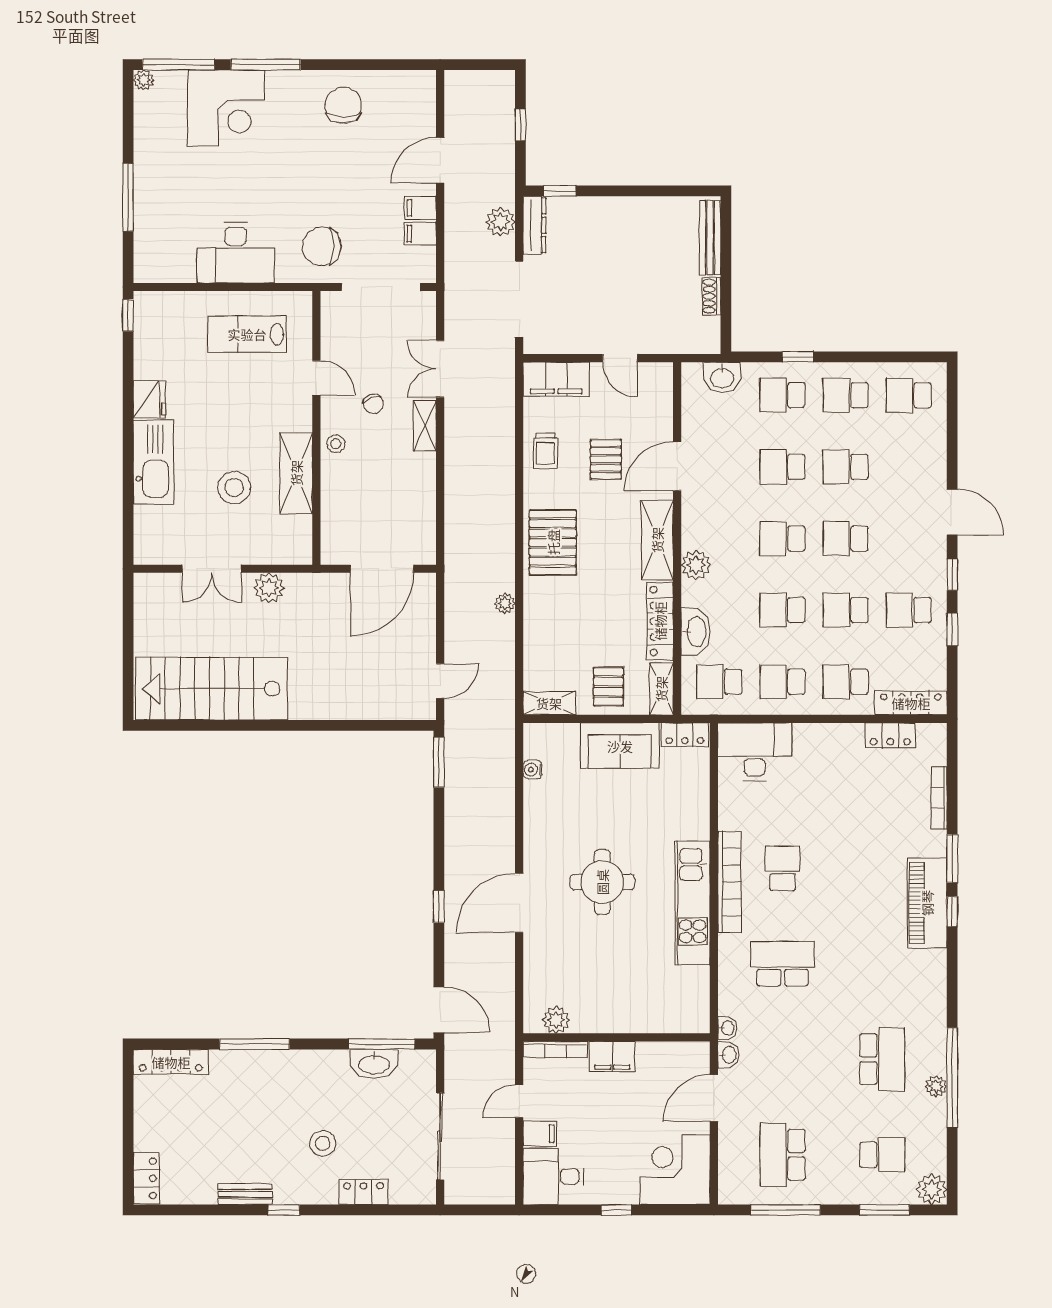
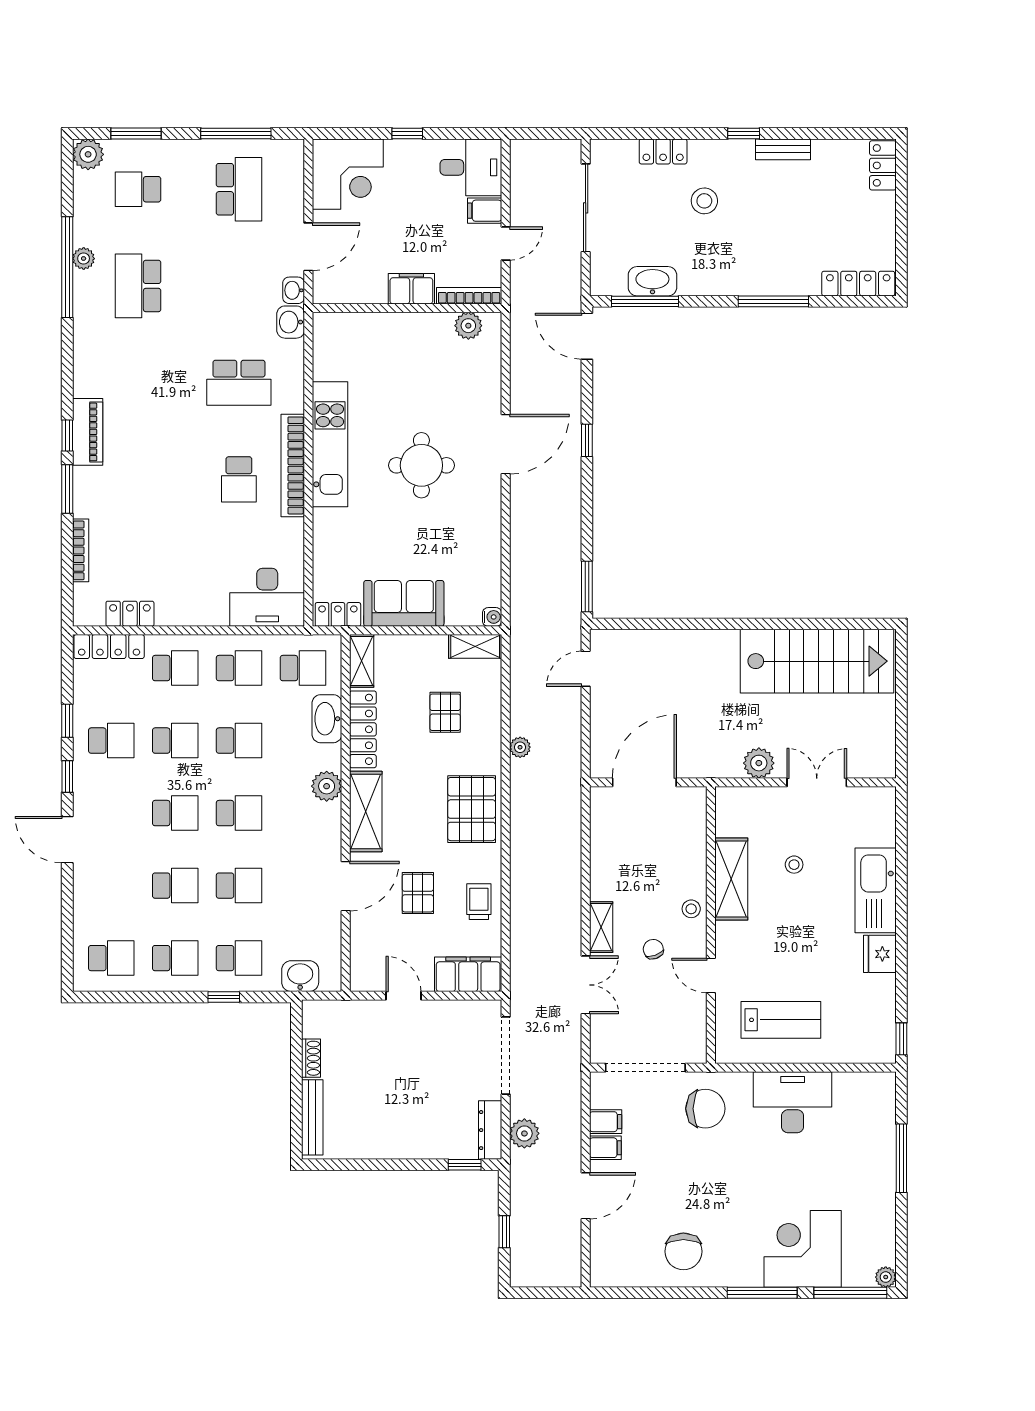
stool: (234, 488) -> (794, 865), width x0.53, depth x0.53
pallet: (608, 687) -> (445, 712), moved
water cooler: (532, 770) -> (492, 617), moved
piano: (927, 903) -> (88, 432), width x0.73, depth x0.75
washbasin: (727, 1028) -> (291, 322), width x1.38, depth x1.45

